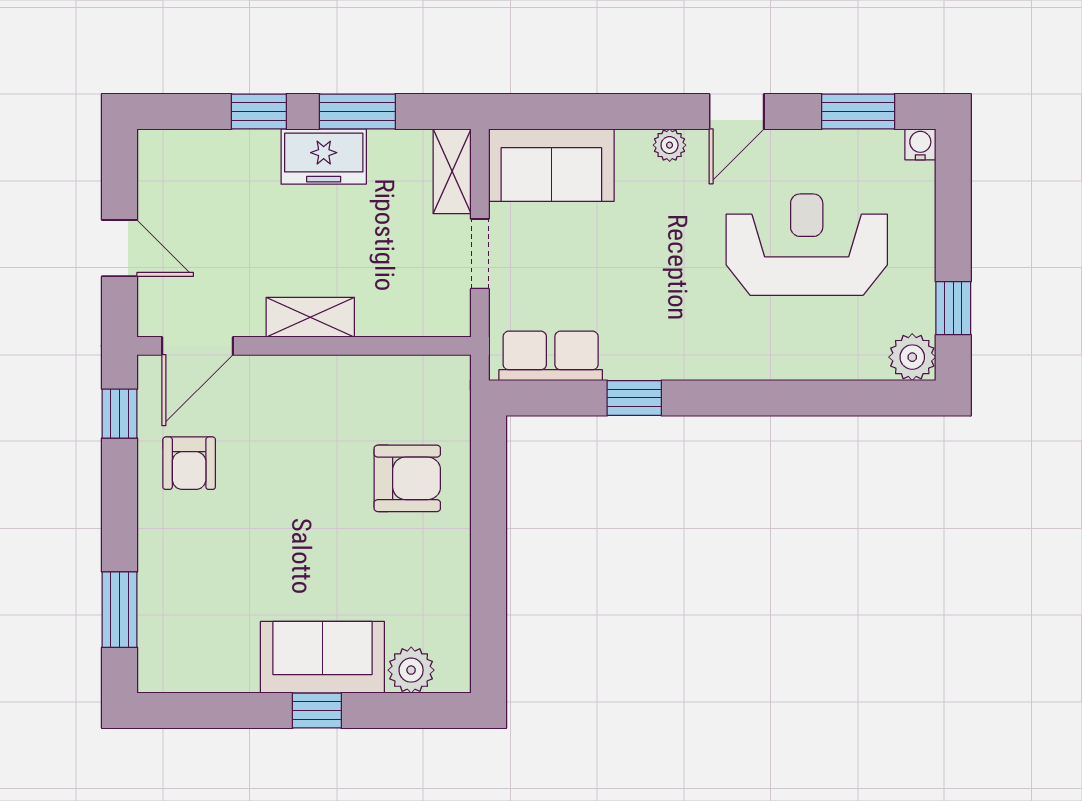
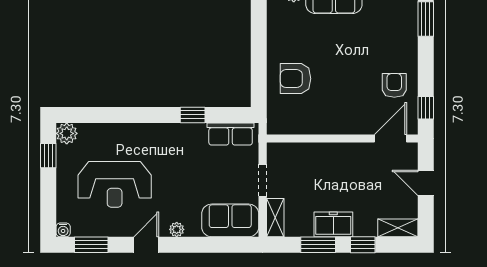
shelving: (310, 317) -> (398, 228), moved

